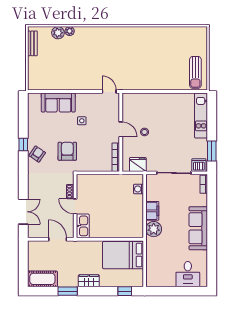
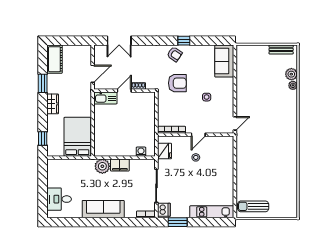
sofa: (58, 102) -> (224, 61), moved

